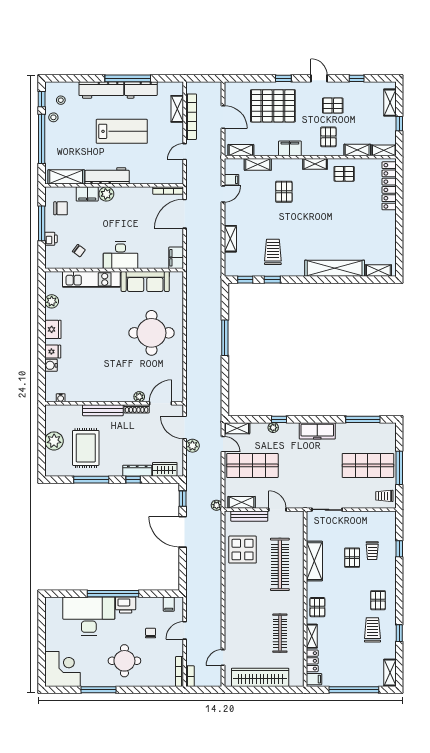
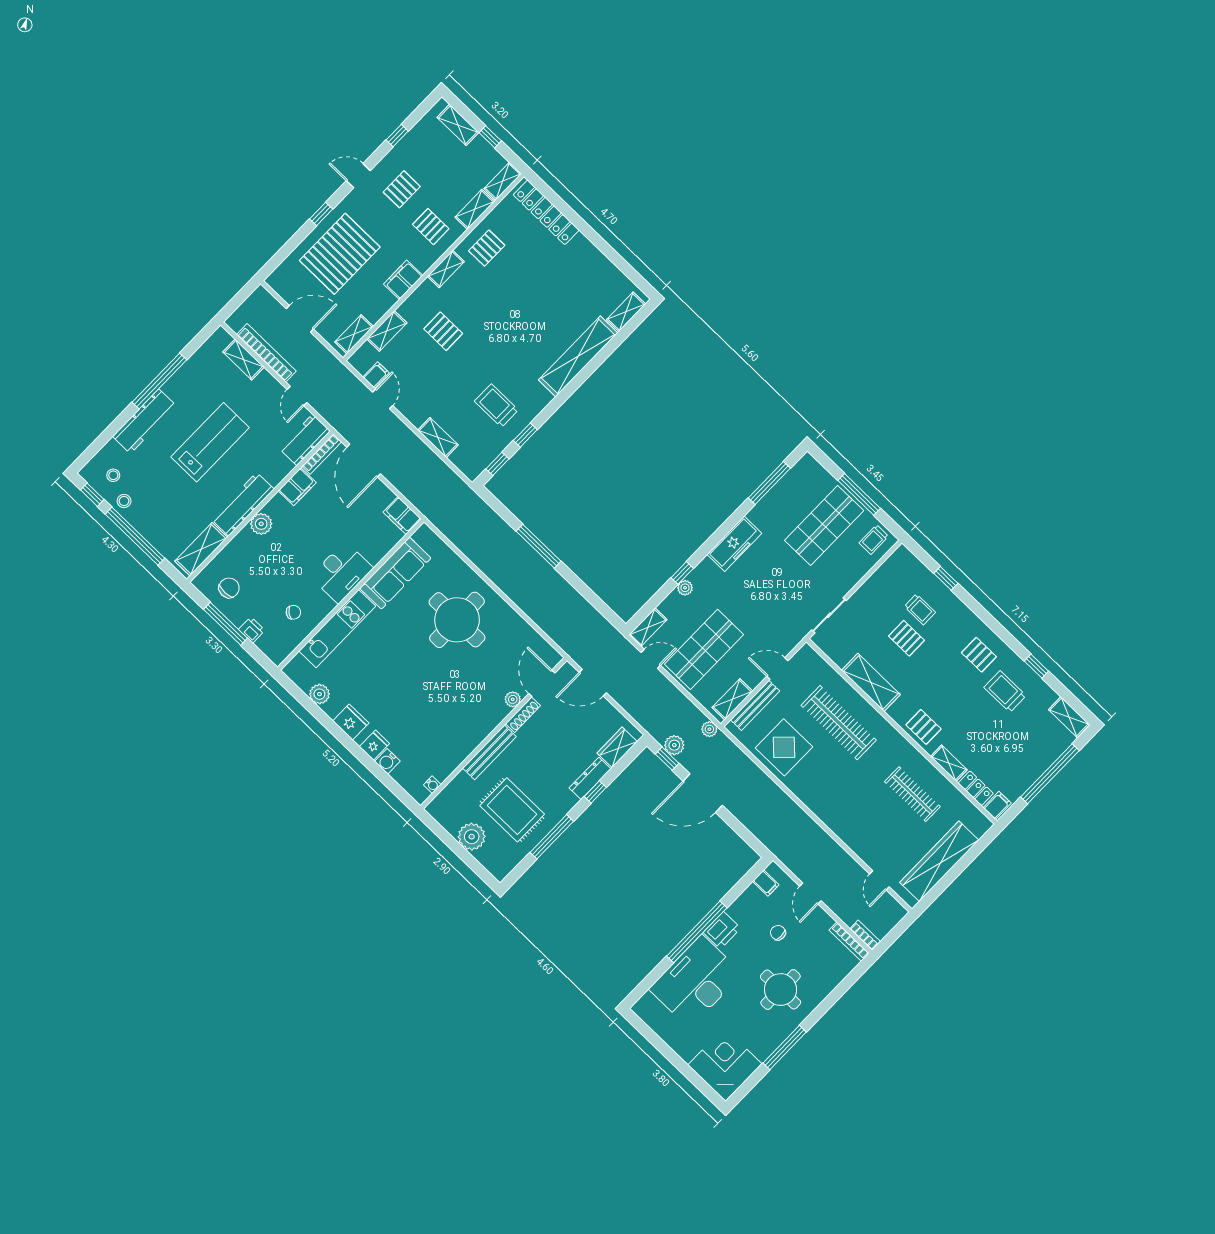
workbench: (141, 90) -> (305, 440), moved, turned 180
filing cabinet: (87, 194) -> (297, 487), moved
plant: (192, 446) -> (674, 745), moved

